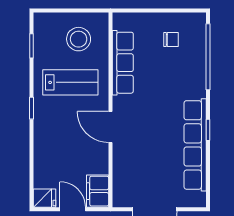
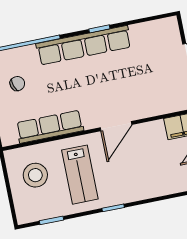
chair: (171, 40) -> (17, 84), turned 72
lab bench: (70, 82) -> (80, 175), turned 180
row of seats: (195, 145) -> (84, 45), moved

